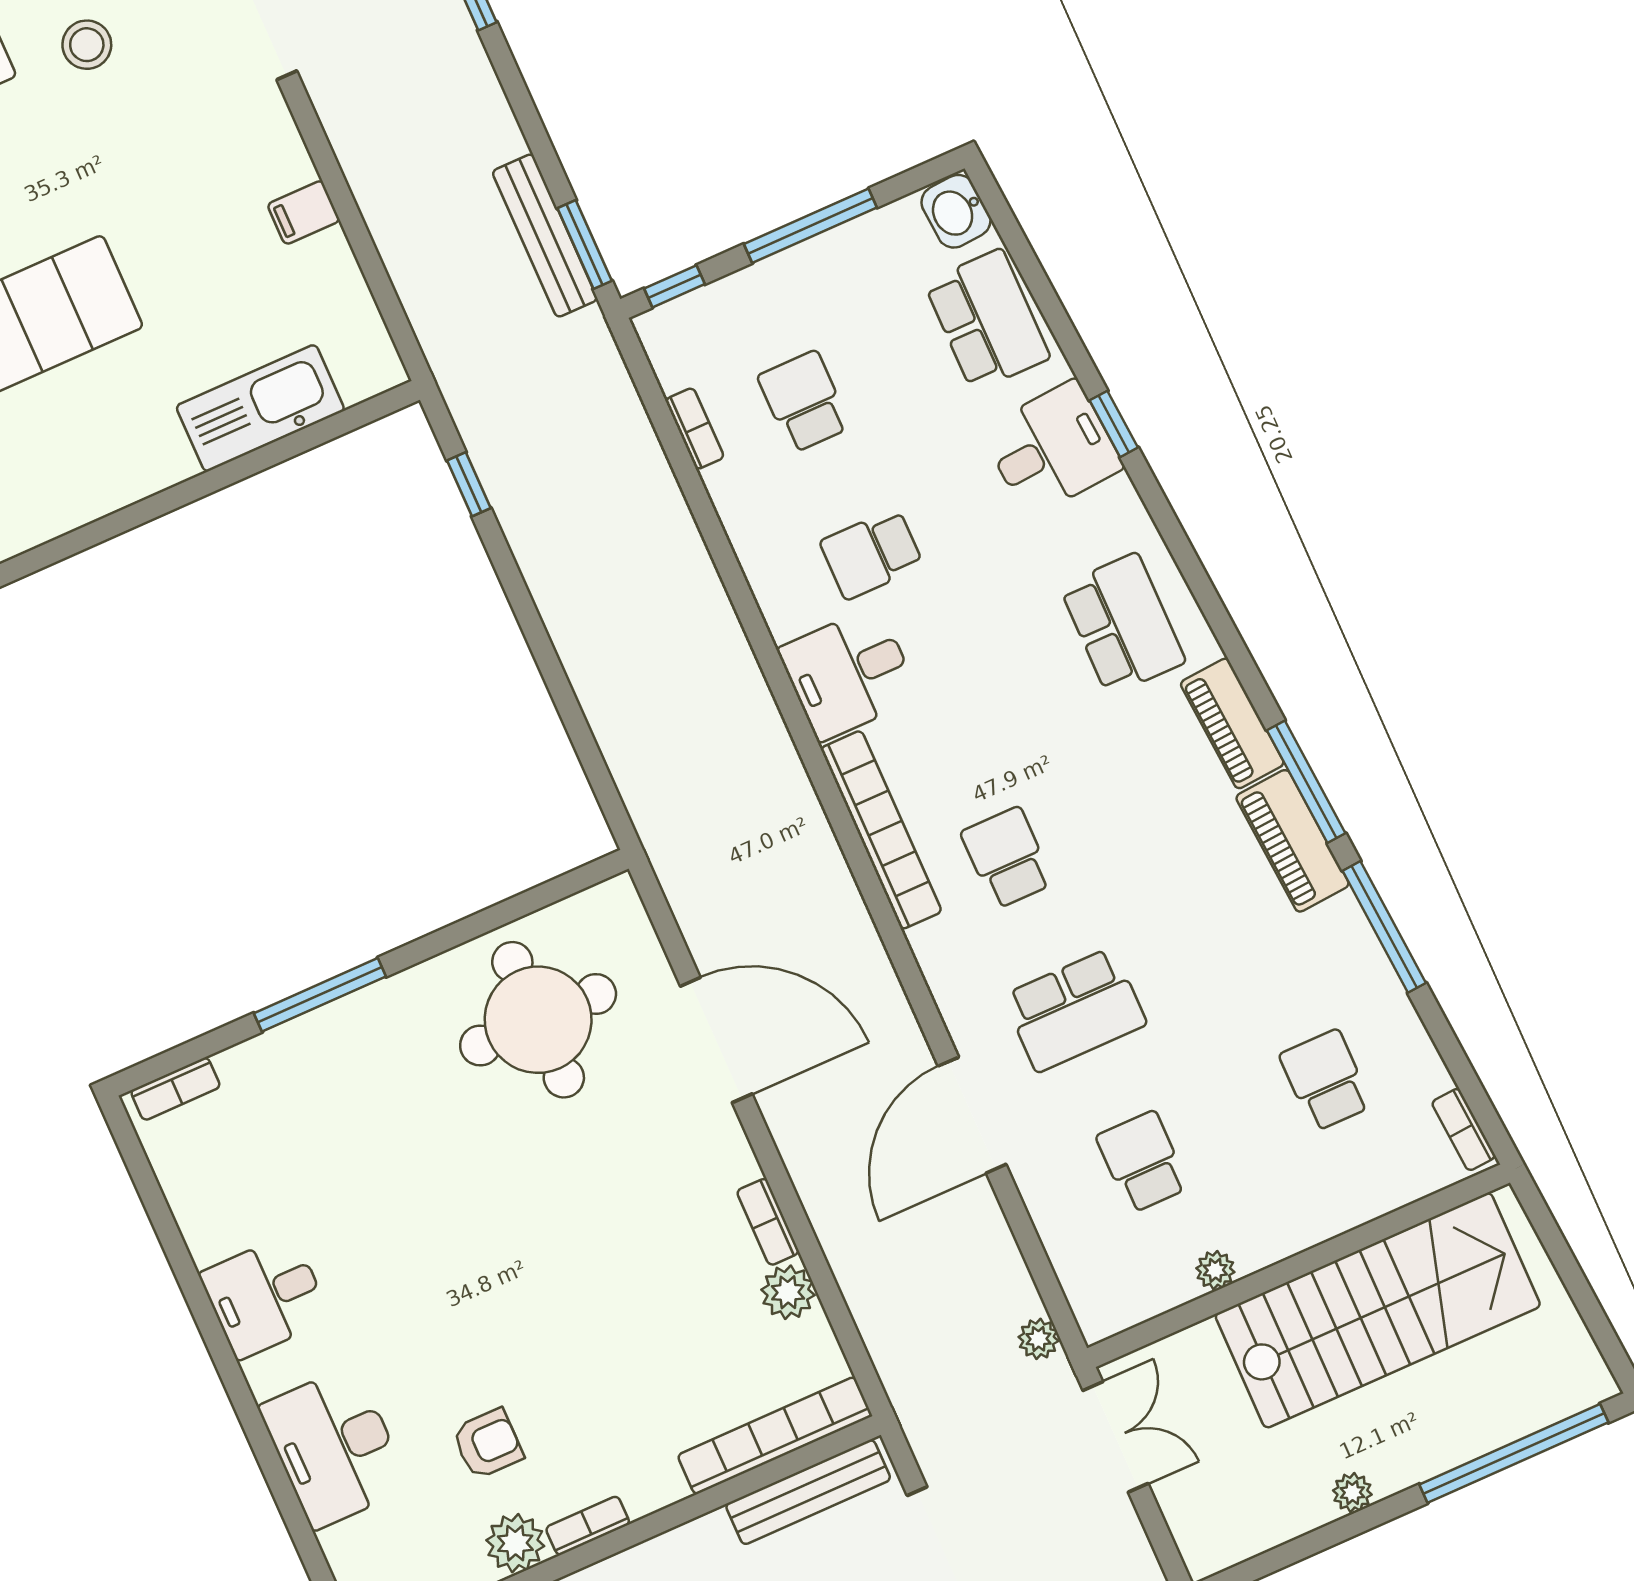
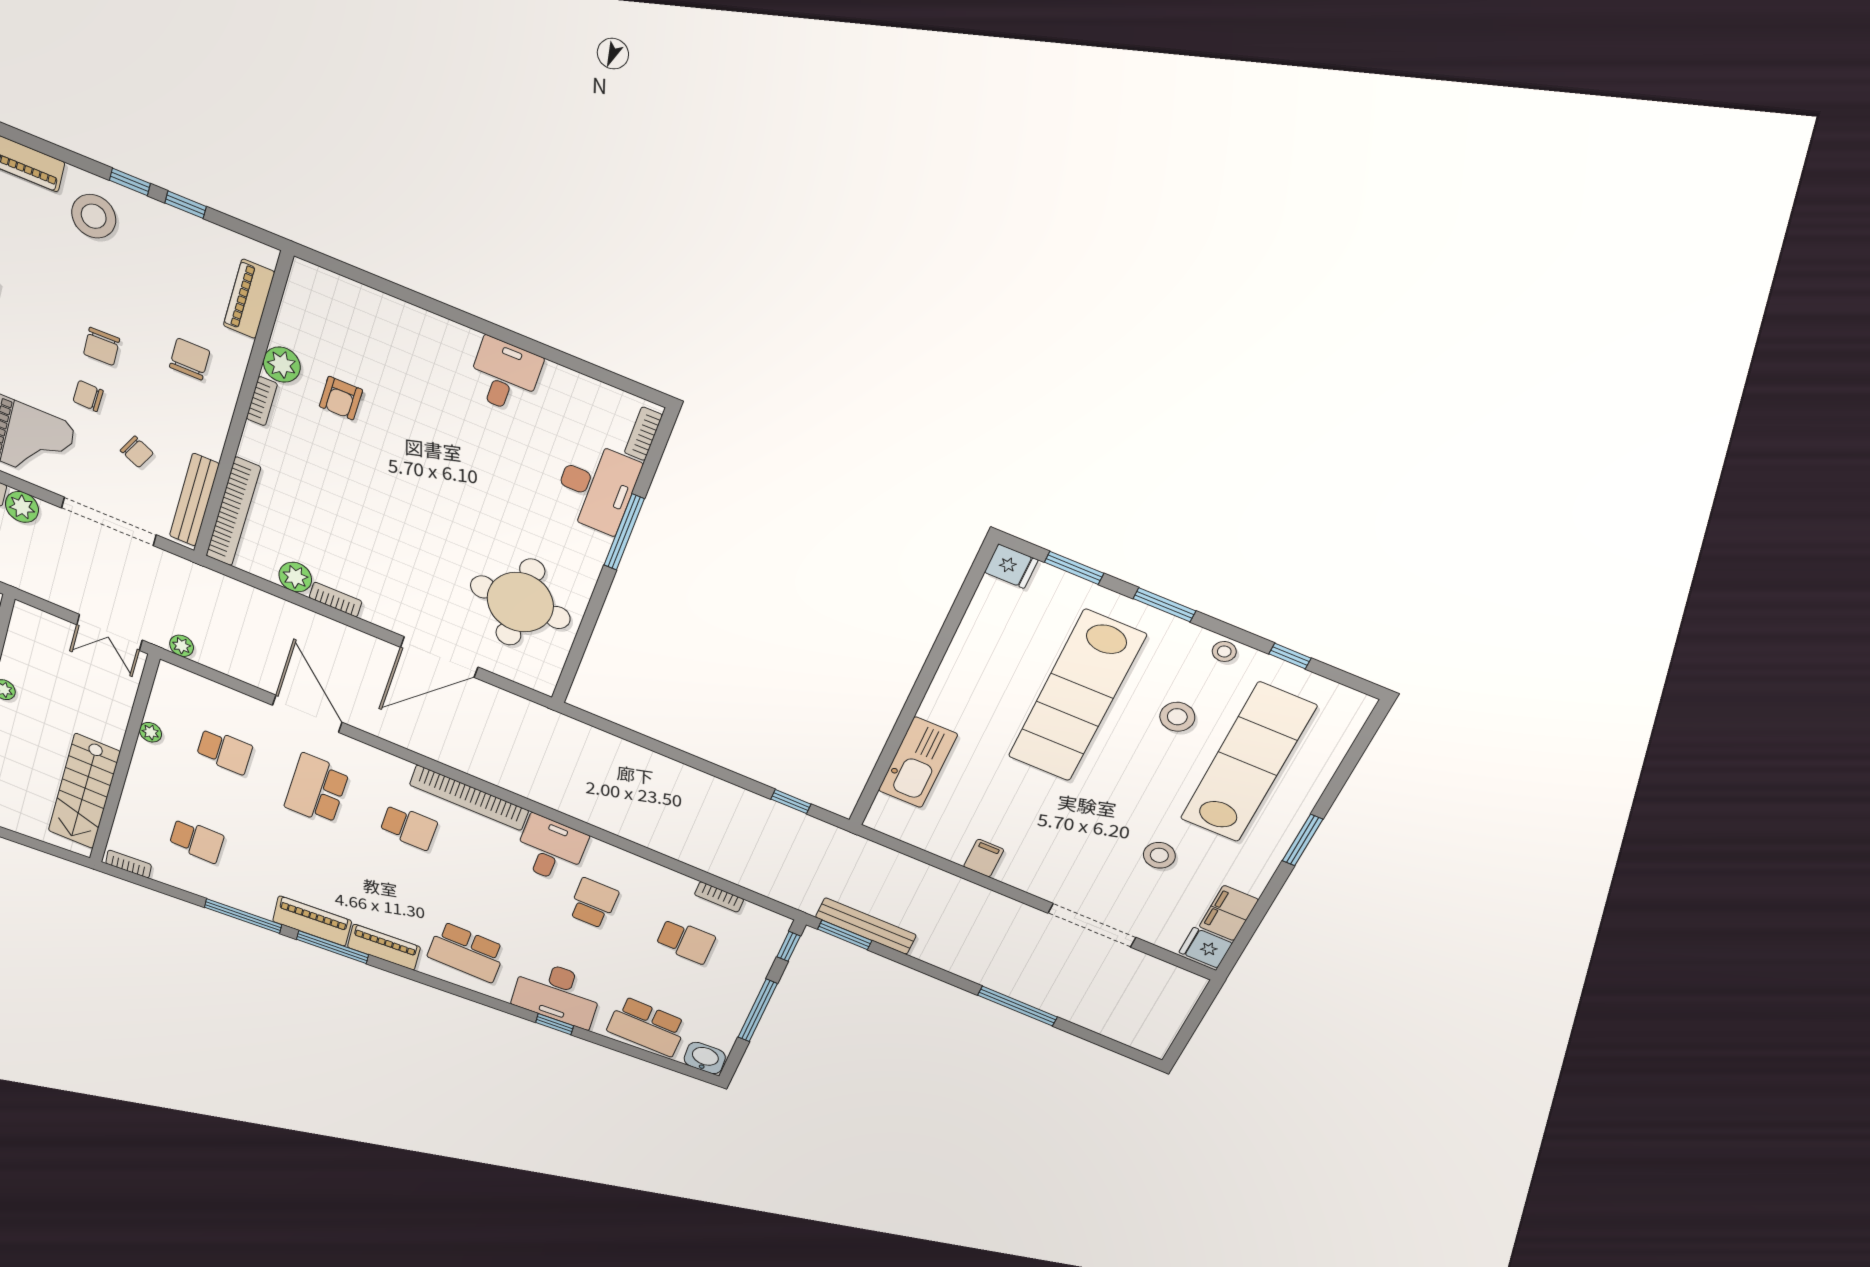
desk: (1052, 449) -> (557, 993), width x1.37
stairs: (1378, 1310) -> (84, 791), width x0.73, depth x0.66
desk: (334, 1447) -> (596, 487), moved, turned 90

